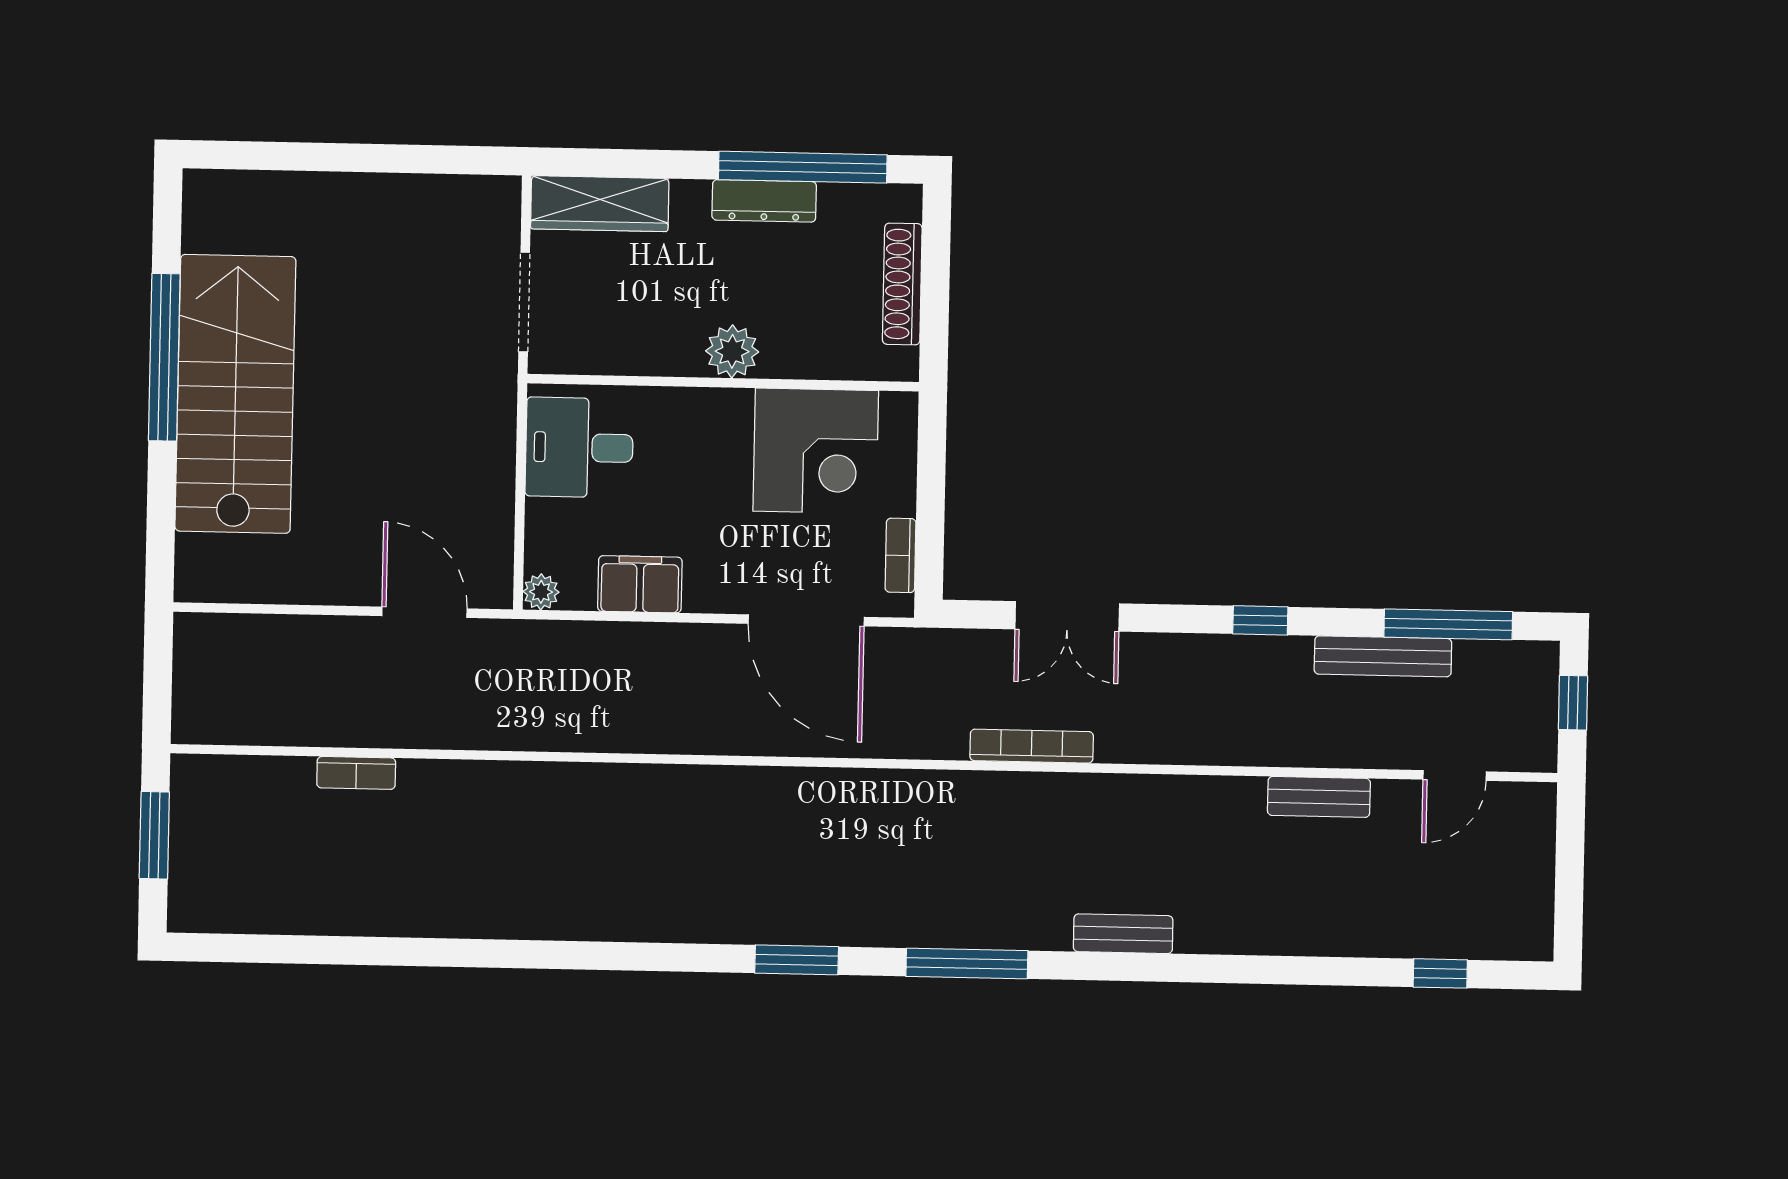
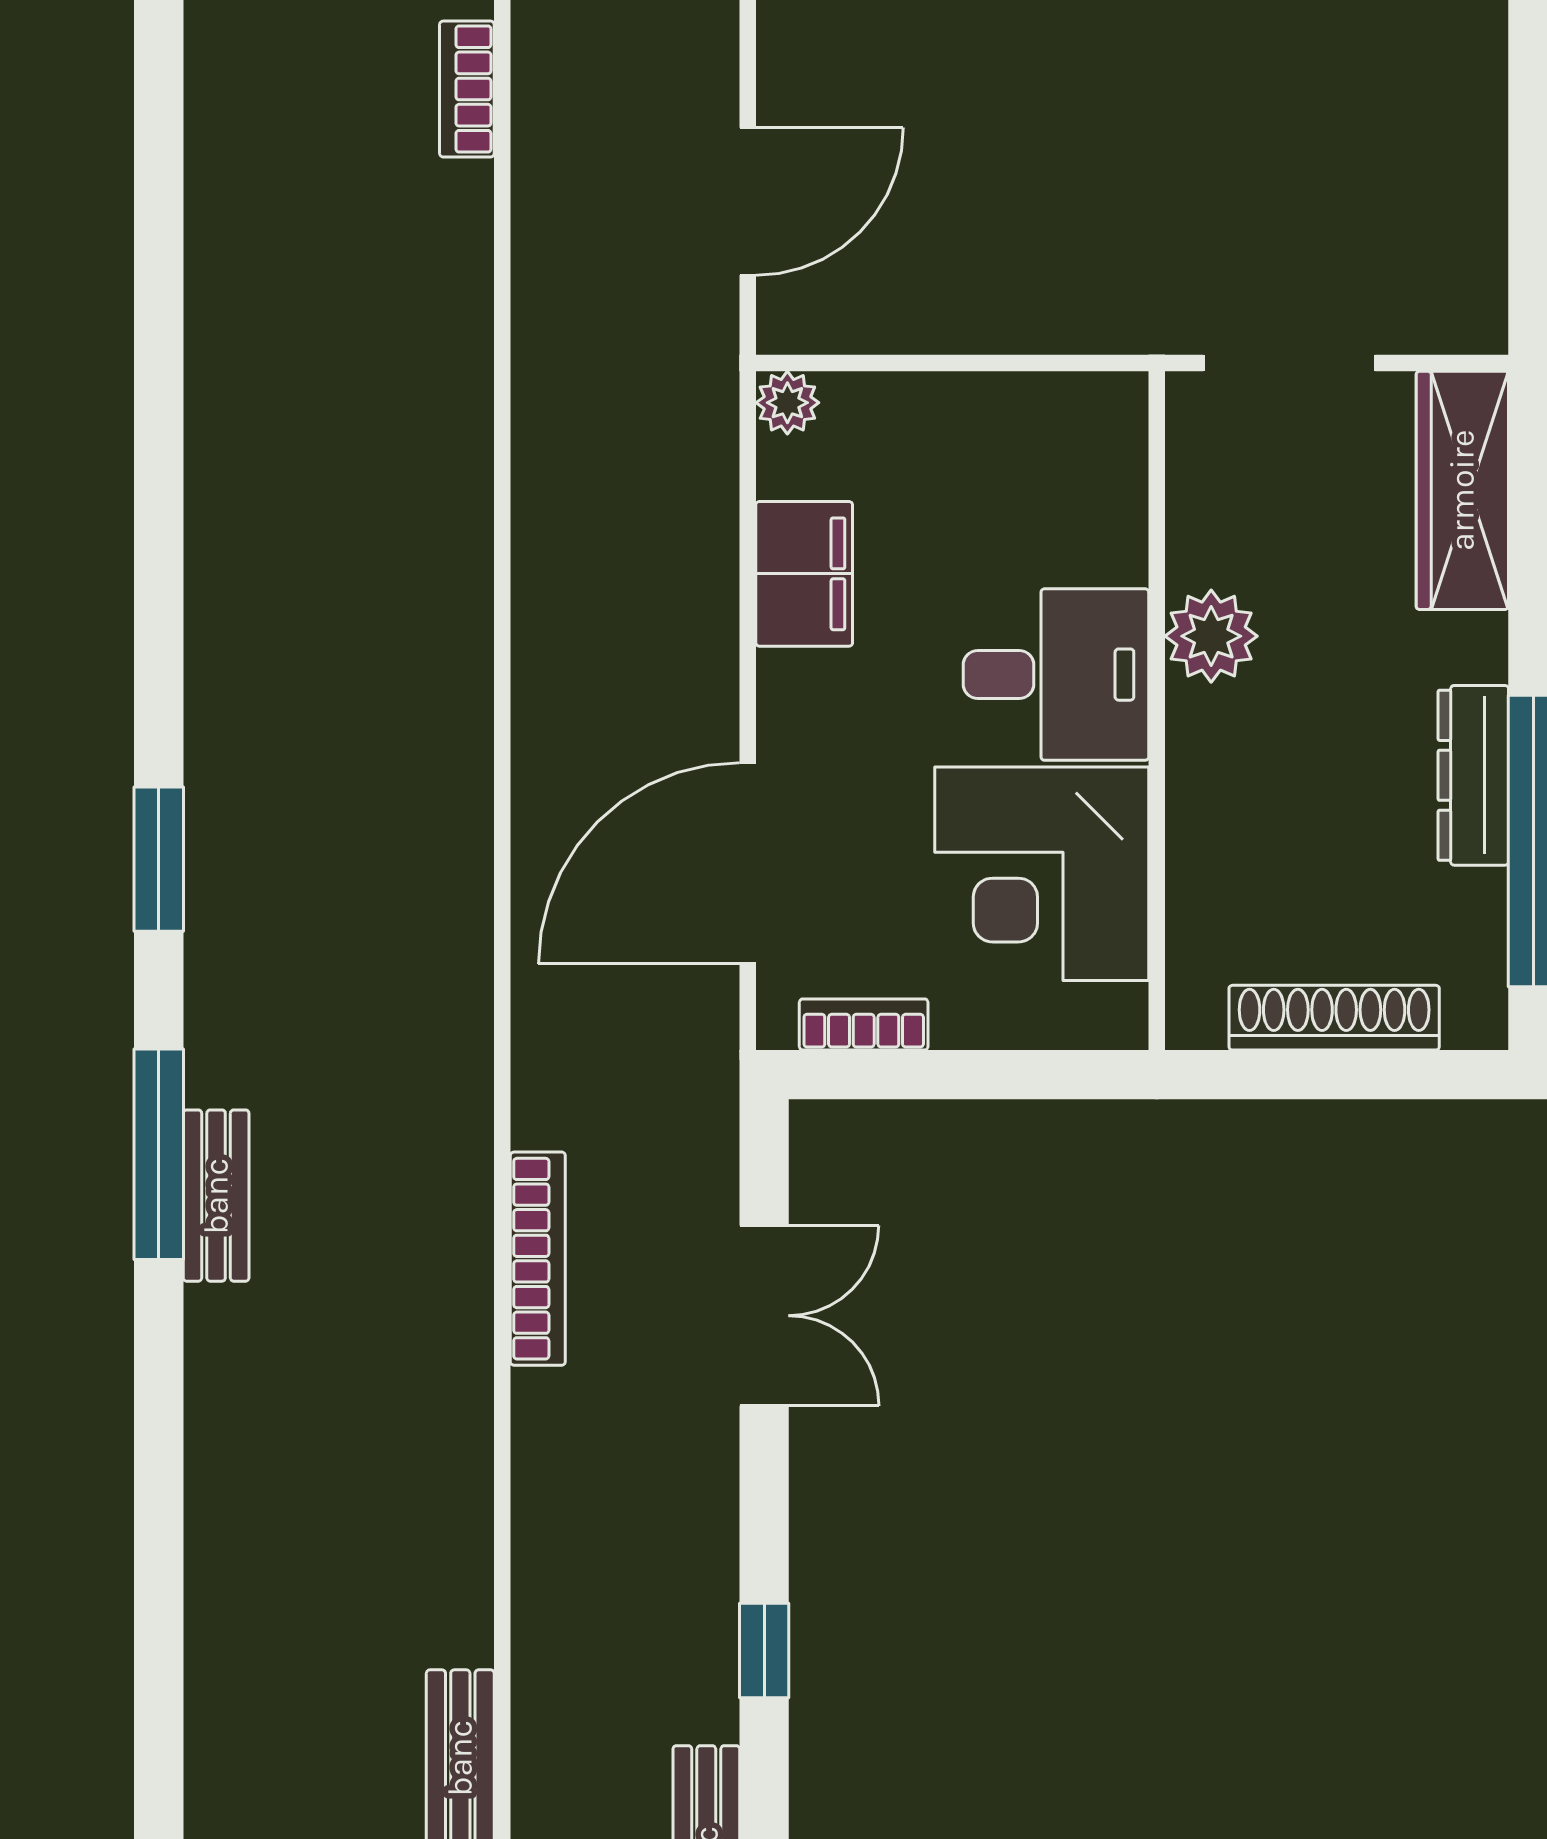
plant: (732, 351) -> (1211, 636), moved
desk: (579, 447) -> (1056, 675), moved, turned 90
double door: (1067, 616) -> (764, 1316), swing flipped
bench: (1123, 934) -> (216, 1196), moved

